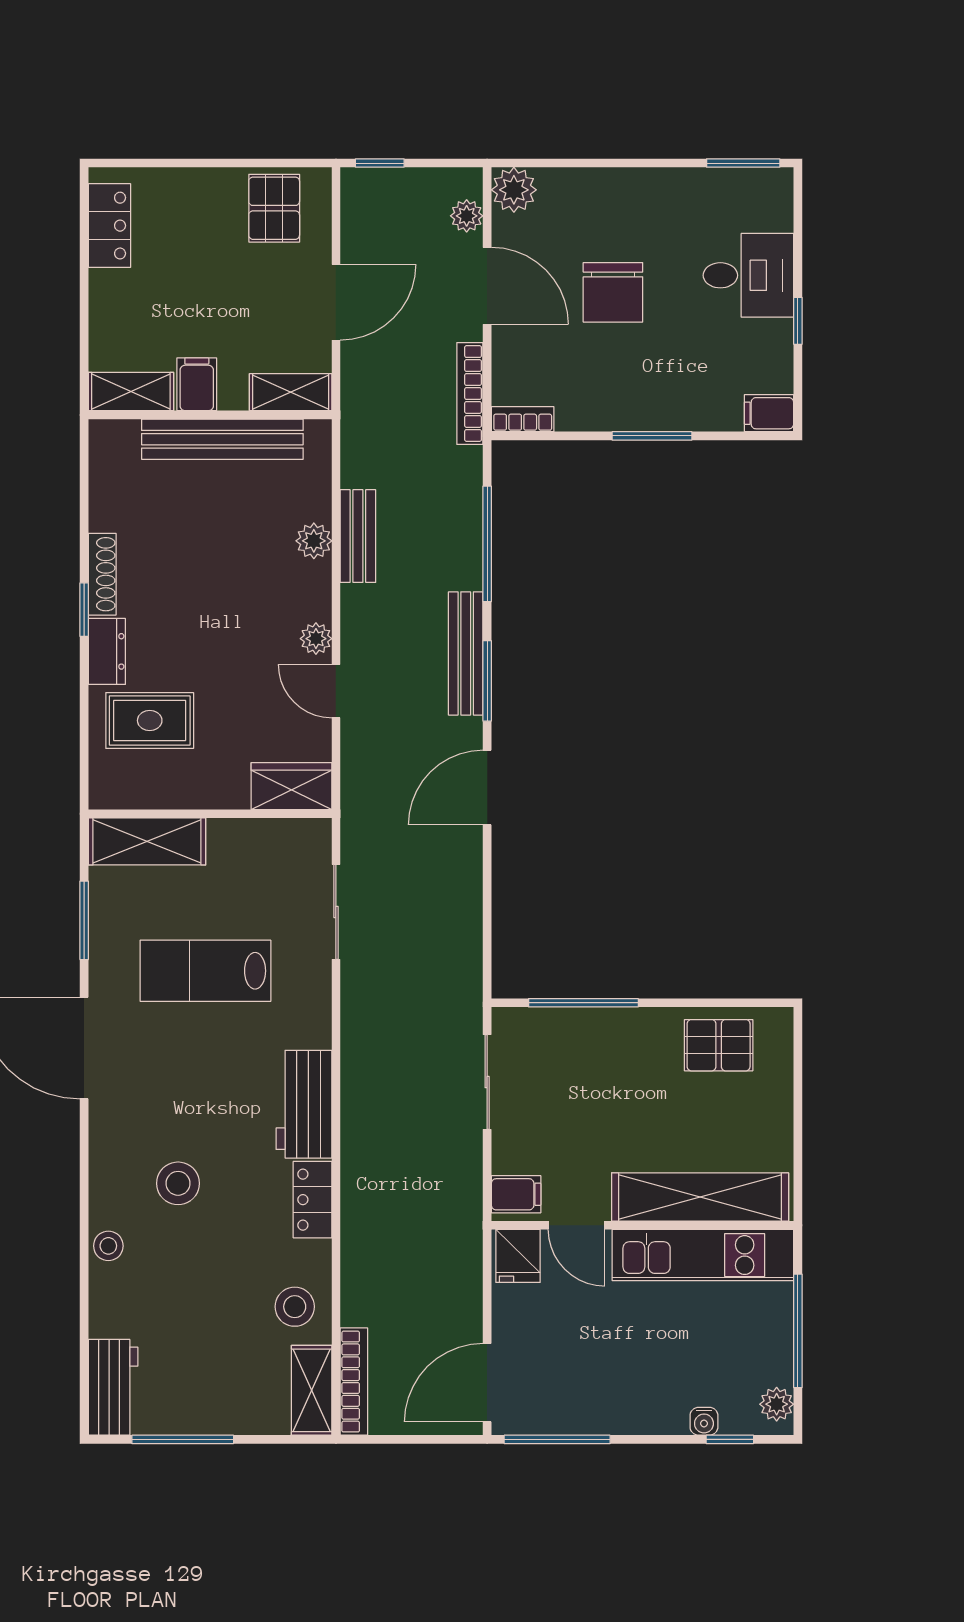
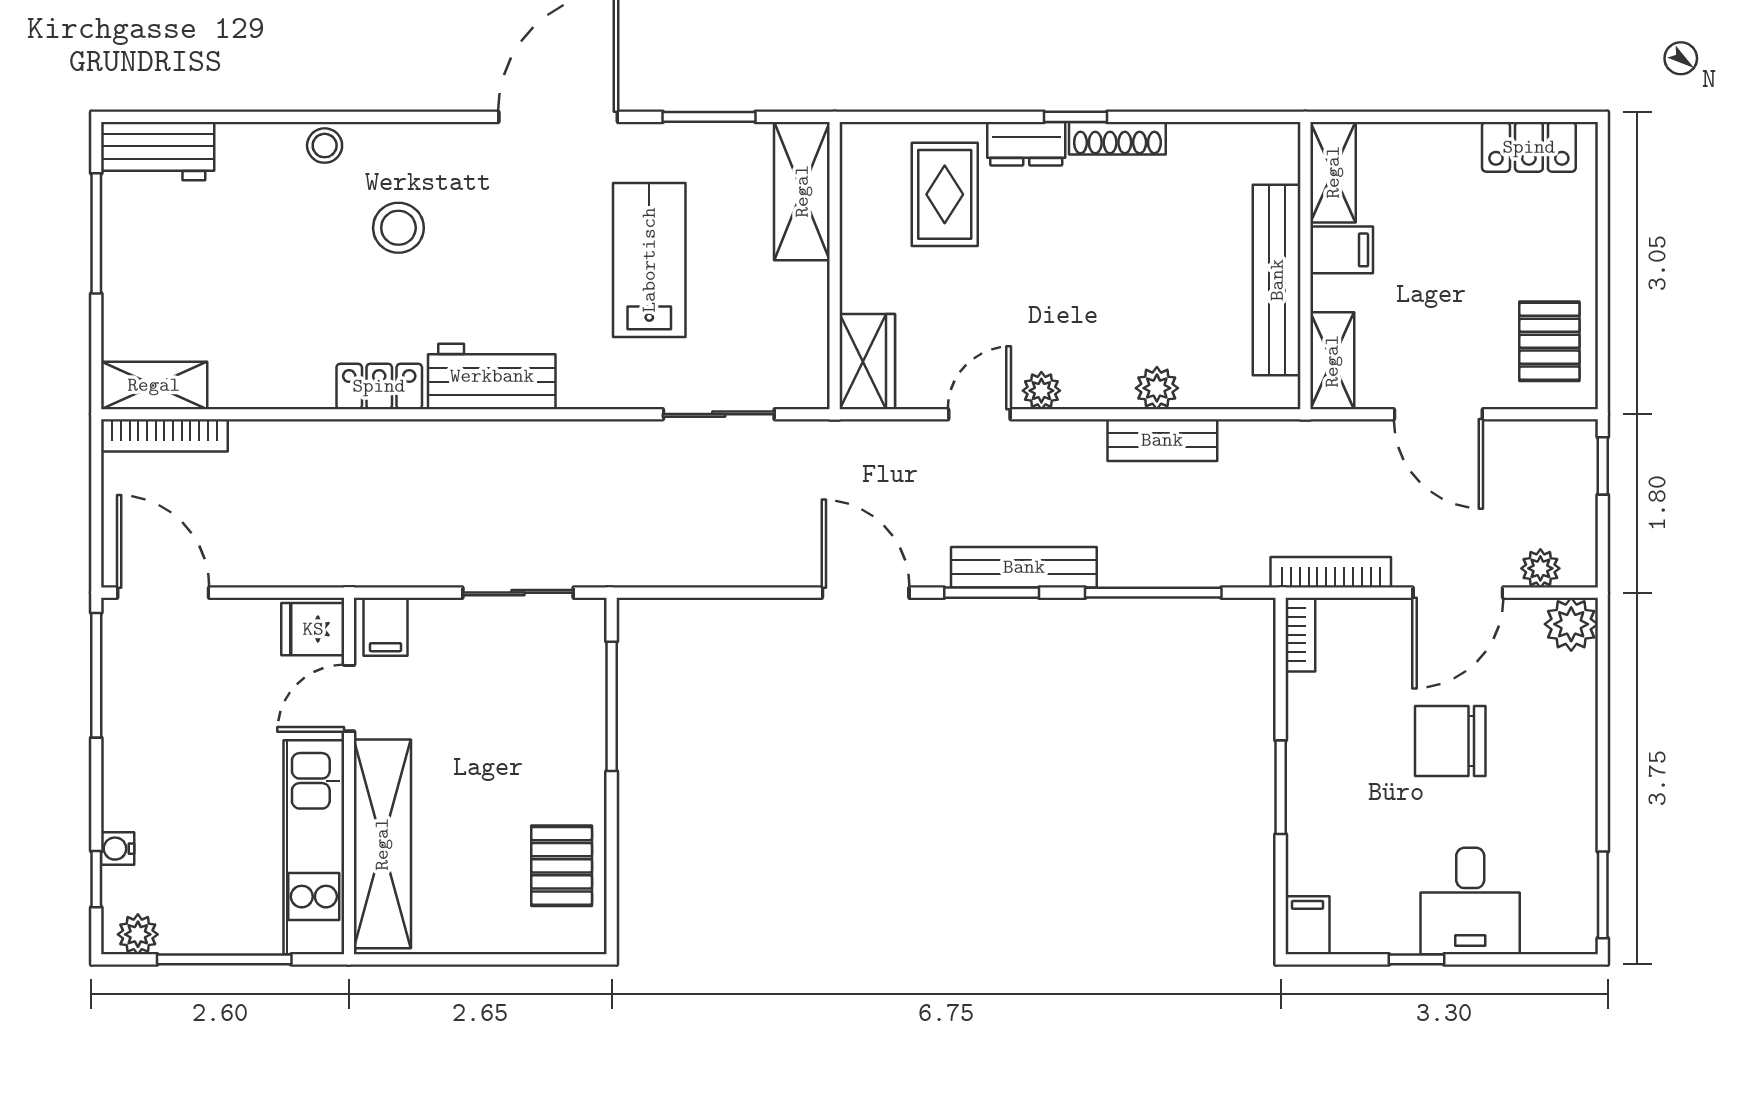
pallet: (274, 208) -> (1549, 341), turned 90
stool: (295, 1307) -> (253, 365), removed

